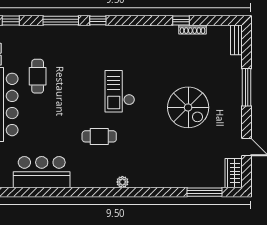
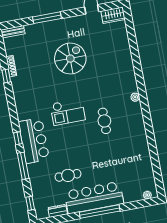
bar counter: (42, 172) -> (34, 141), moved, turned 180
window: (205, 192) -> (131, 34), removed

